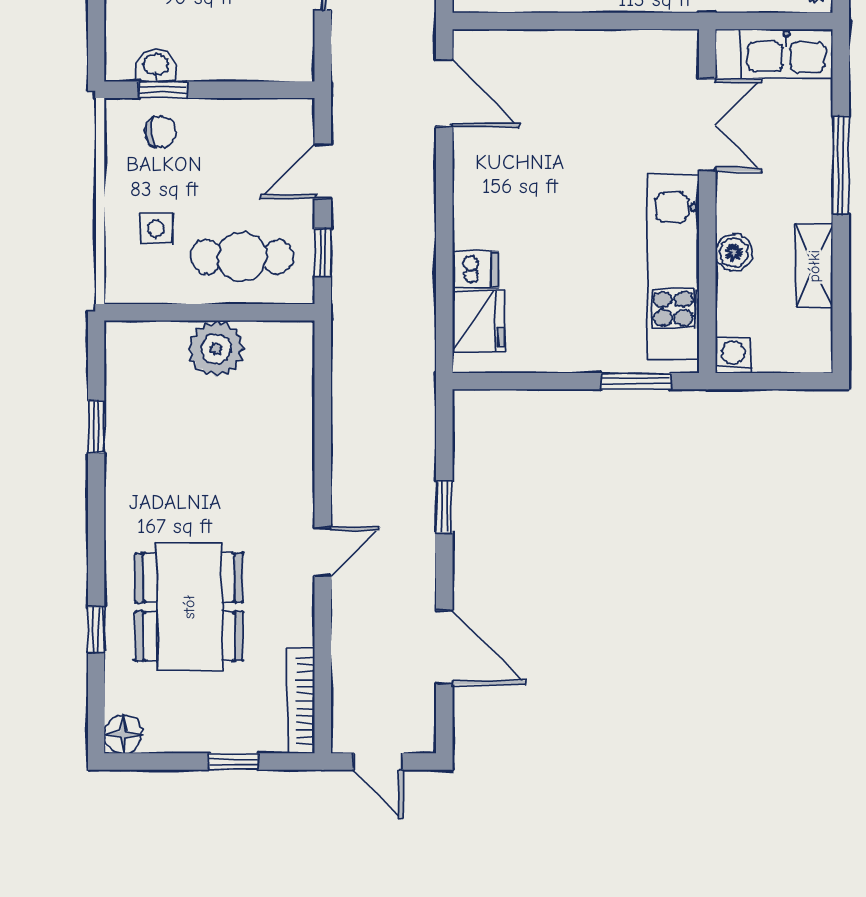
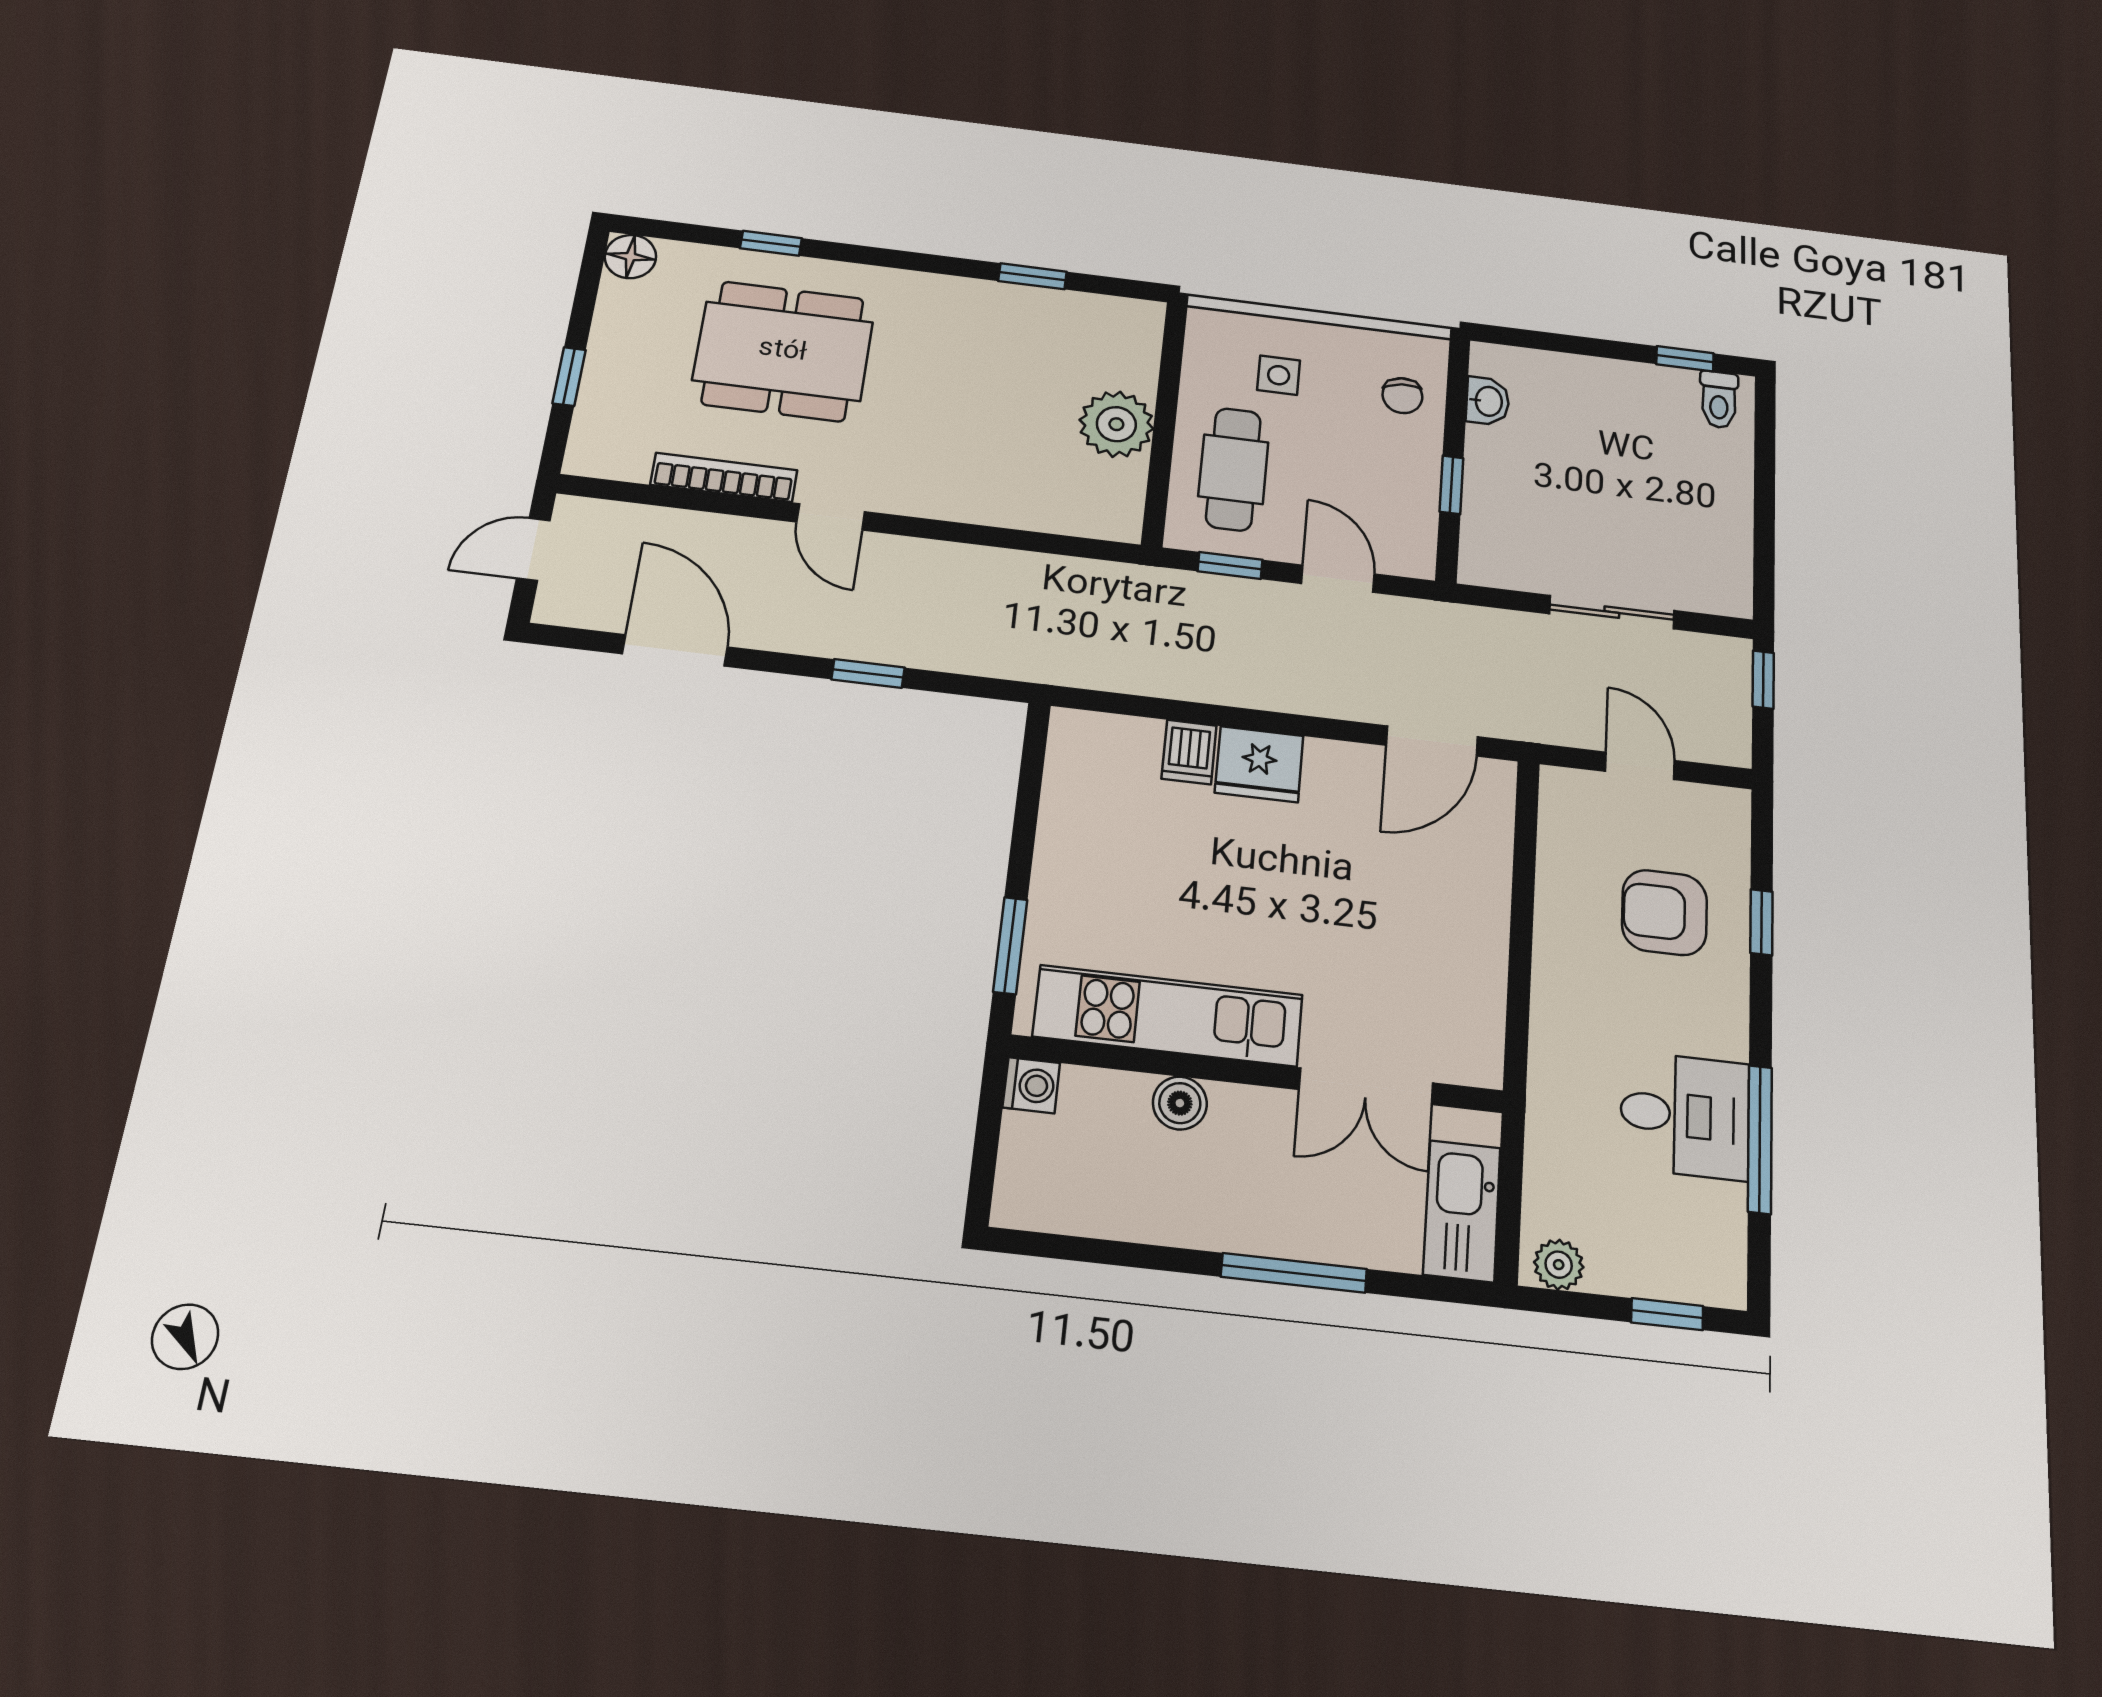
window: (163, 90) -> (1451, 485), moved
shelving: (814, 266) -> (1149, 1217), removed
fridge: (478, 321) -> (1259, 764), moved
door: (444, 647) -> (675, 650), swing flipped
bookcase: (301, 701) -> (724, 477), moved

